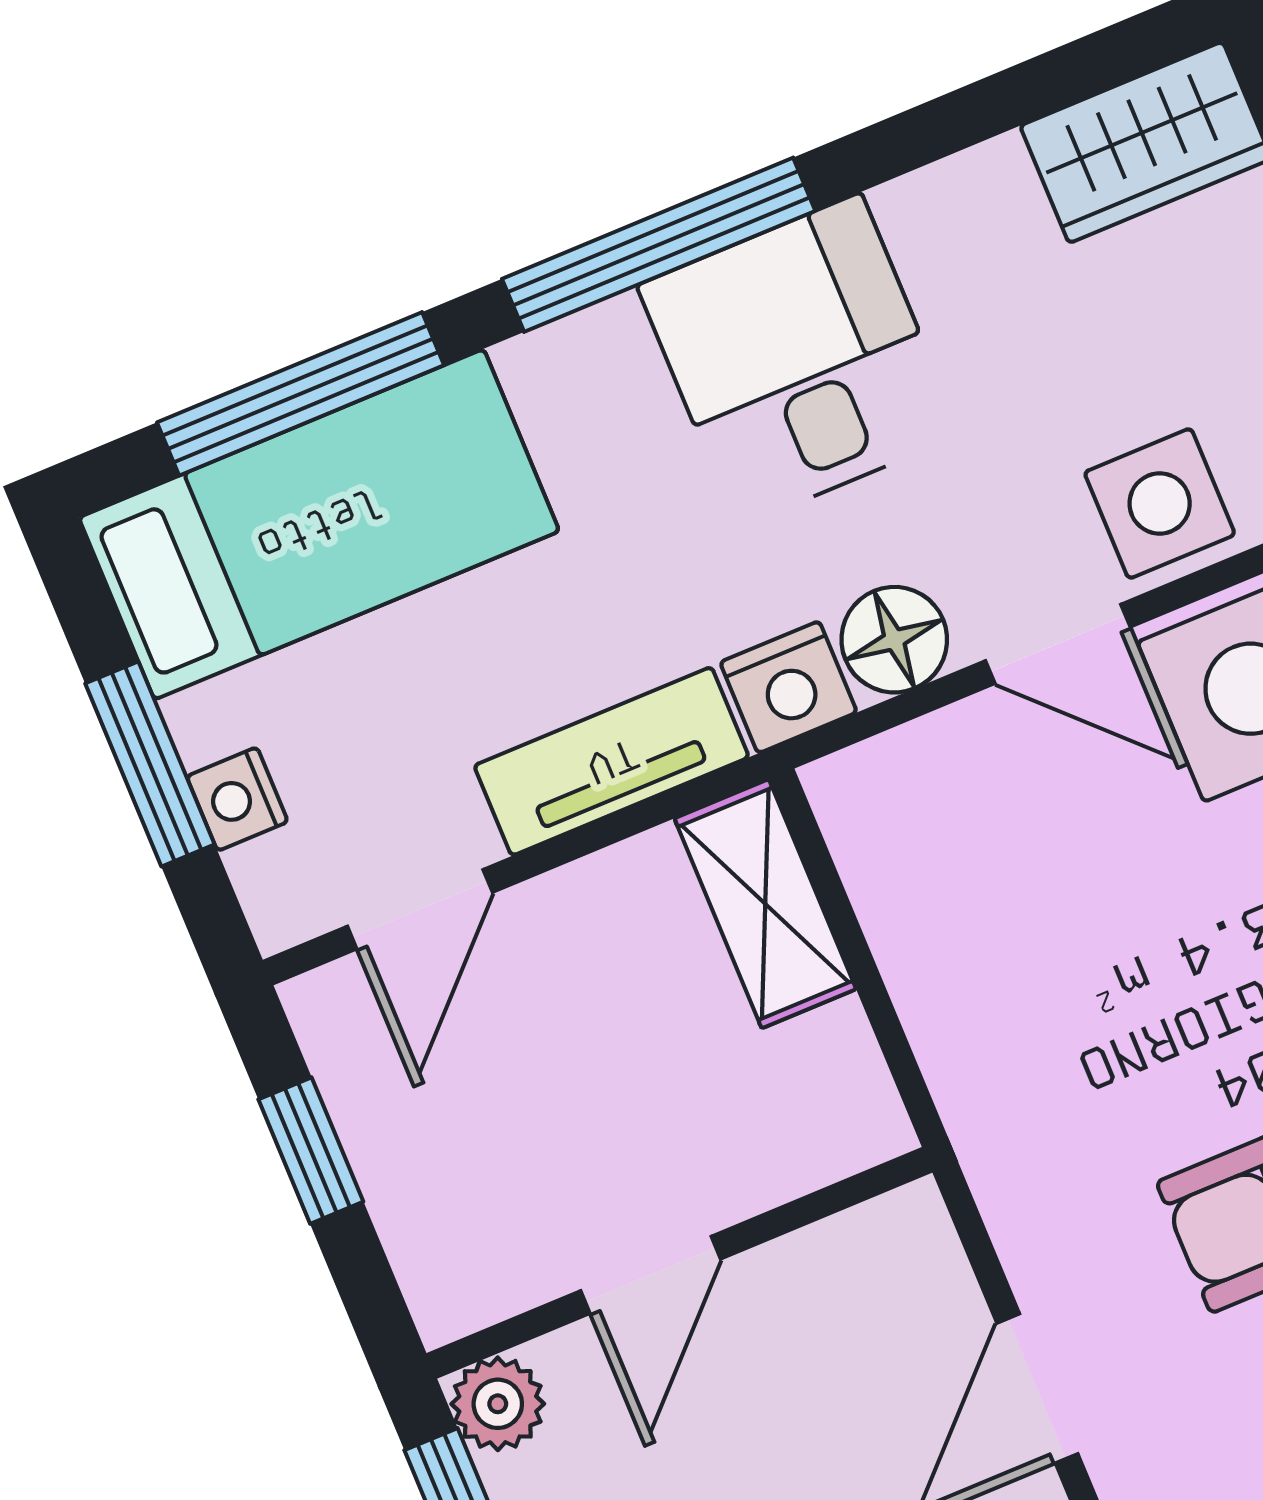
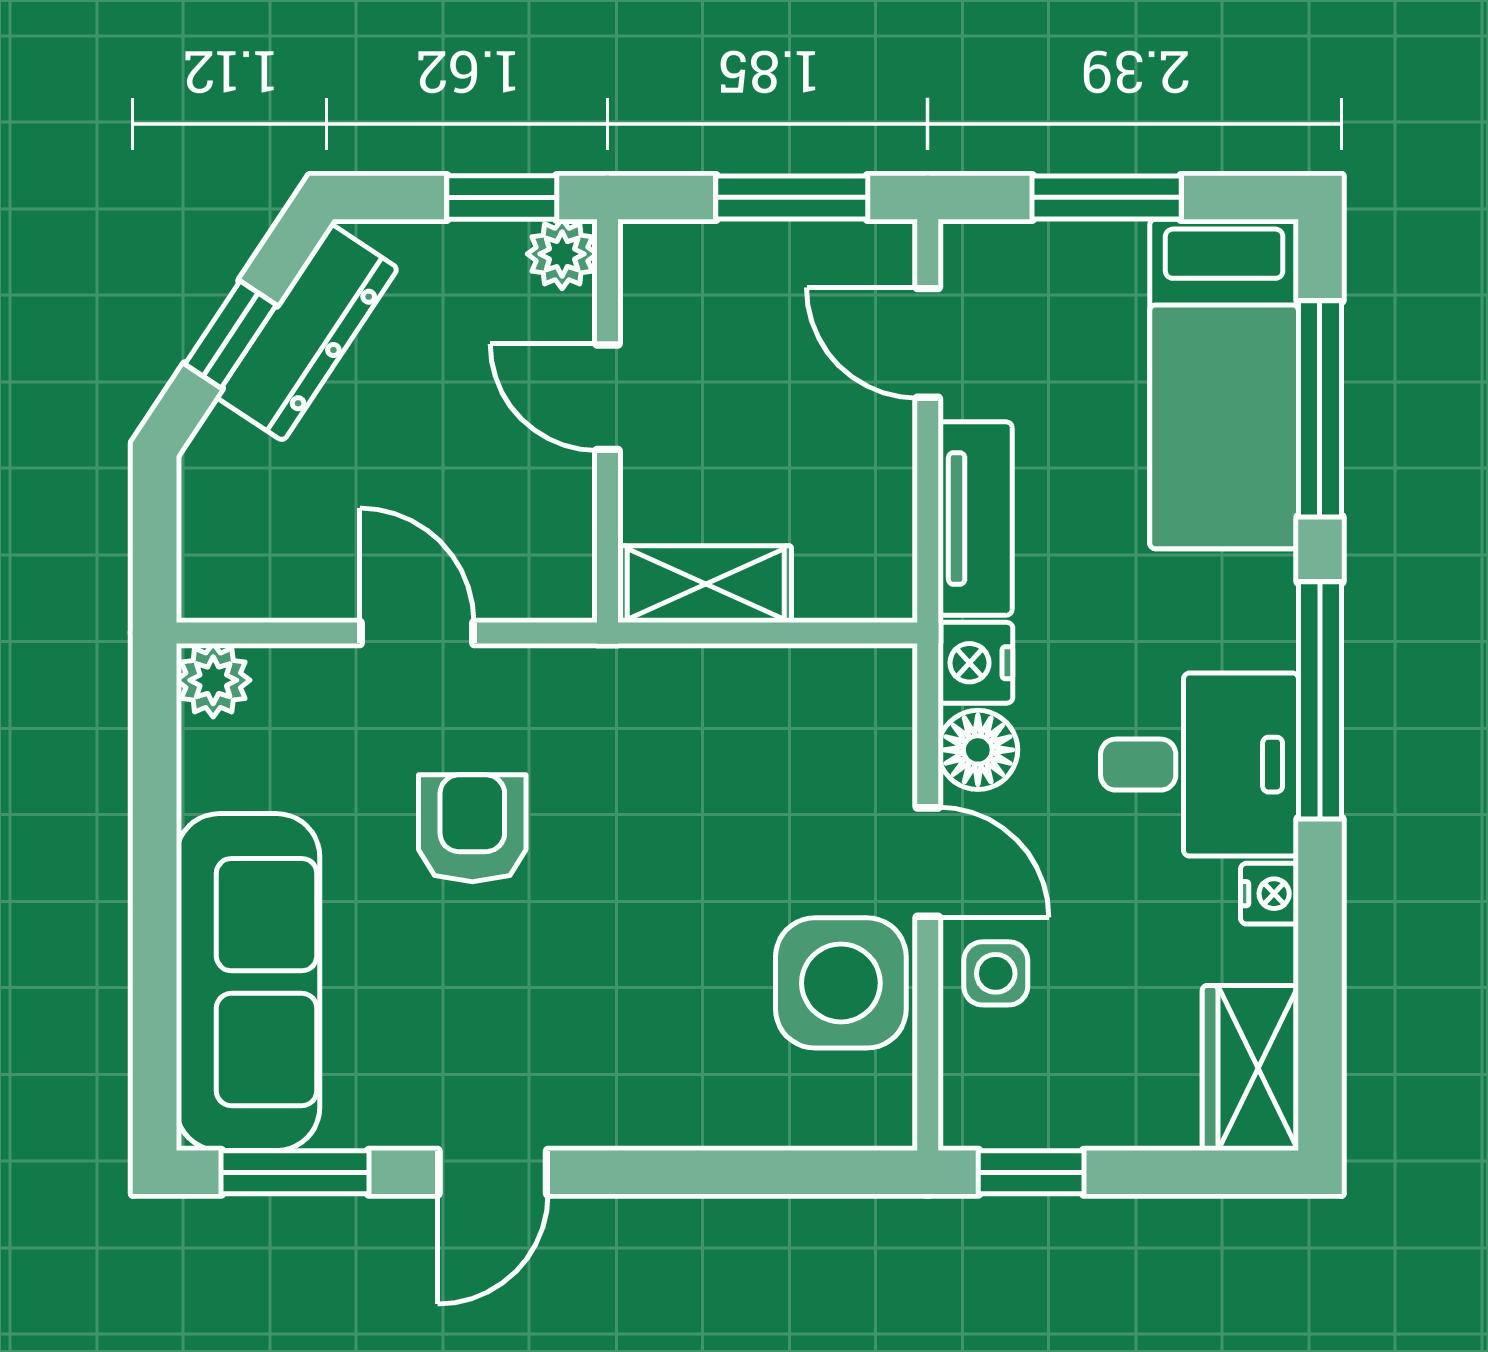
side table: (1160, 503) -> (996, 973), width x0.73, depth x0.73
door: (1058, 644) -> (928, 862), swing flipped
nightstand: (237, 799) -> (1269, 894), moved, turned 90
shelving: (765, 904) -> (706, 584), moved
window: (311, 1151) -> (792, 197), width x1.50

